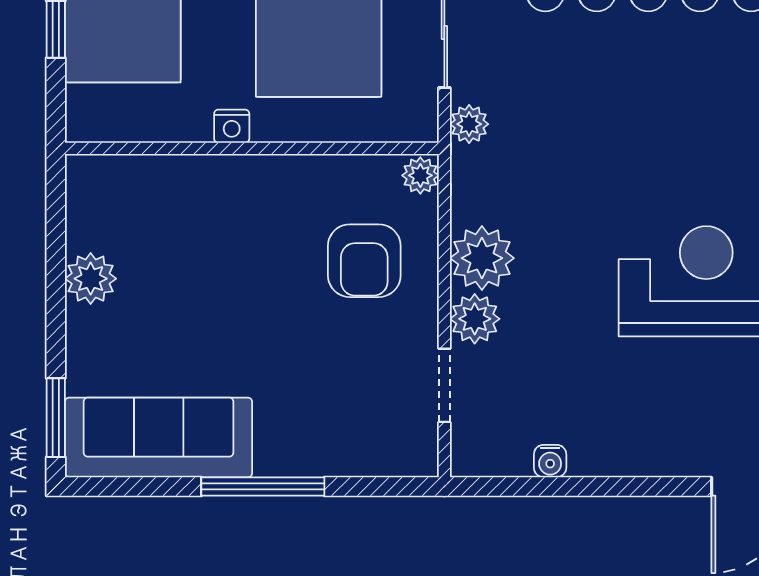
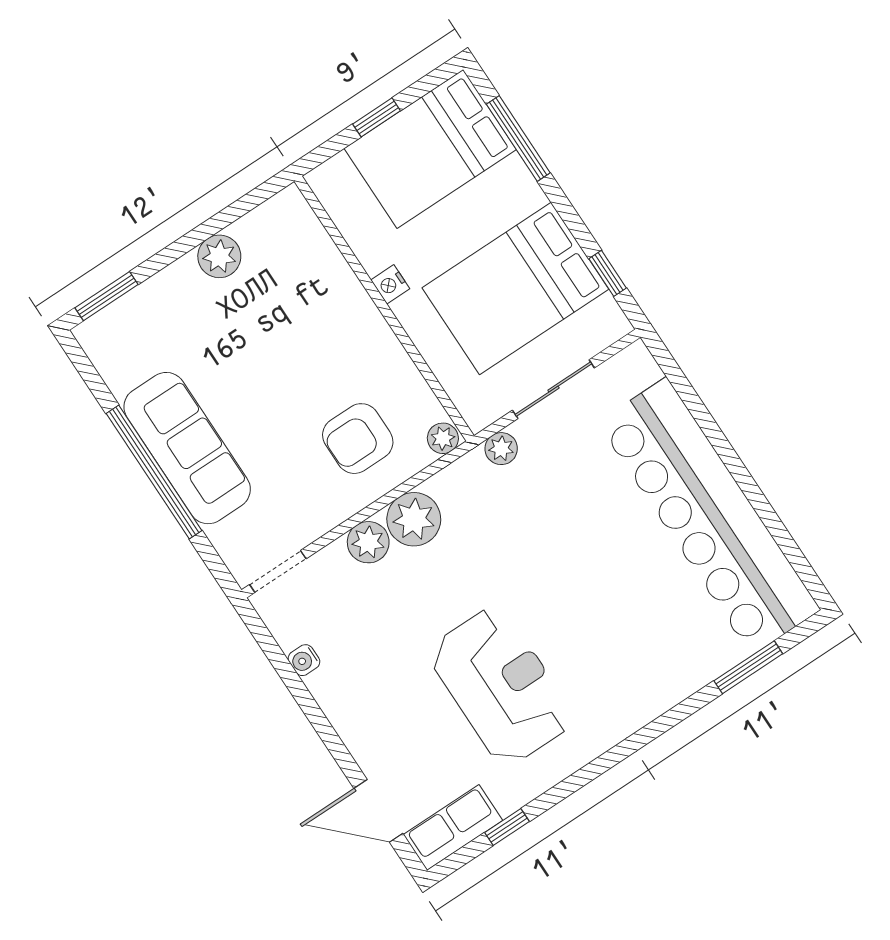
doorway: (444, 385) -> (278, 572), moved
sofa: (159, 437) -> (187, 448), moved
window: (263, 486) -> (154, 472), width x1.46

